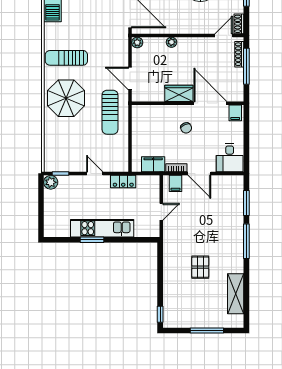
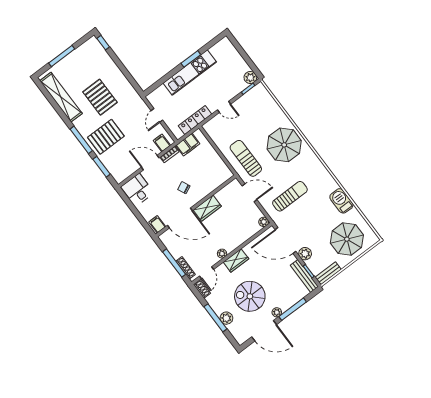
wardrobe: (189, 26) -> (236, 260), added
plant: (172, 42) -> (222, 254), moved
sun lounger: (66, 58) -> (290, 196), moved
locker: (123, 182) -> (195, 120), width x1.53
pallet: (222, 227) -> (106, 137), added
pallet: (200, 267) -> (100, 97), width x1.50, depth x1.42
shelving: (236, 294) -> (61, 97), width x1.47

